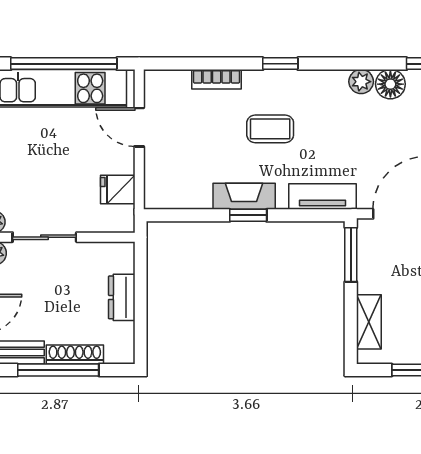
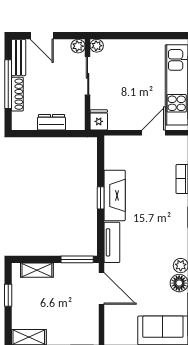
coffee table: (270, 129) -> (152, 211), removed
fridge: (118, 189) -> (99, 120), moved
fireplace: (244, 196) -> (115, 195), width x1.37, depth x1.32

